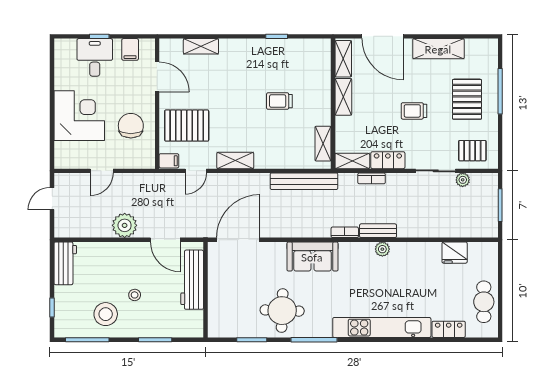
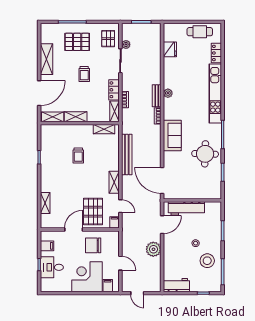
door: (157, 77) -> (74, 229), moved
filing cabinet: (64, 150) -> (108, 286), added
bench: (304, 181) -> (127, 154), moved

